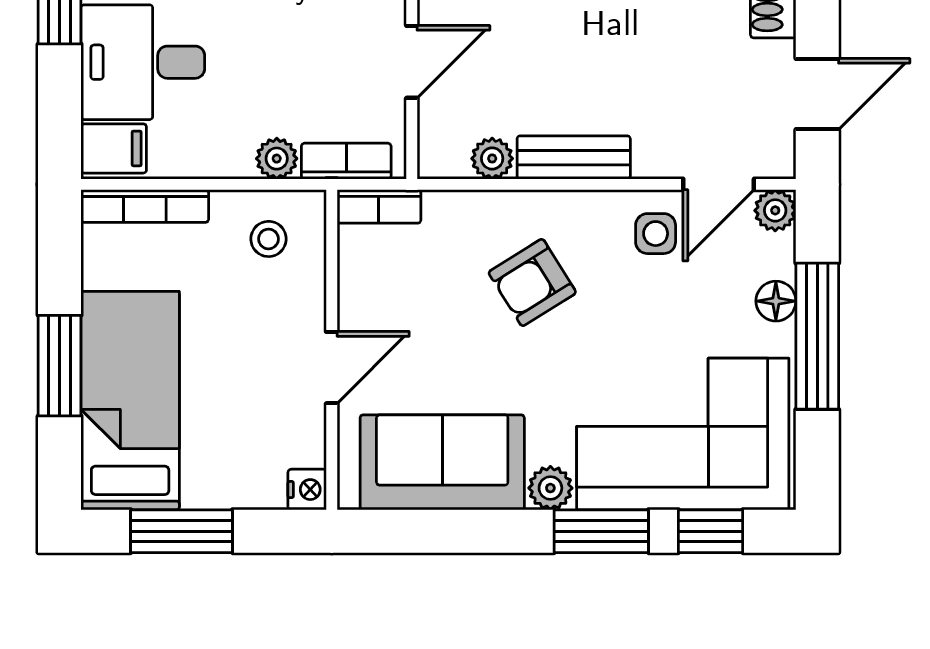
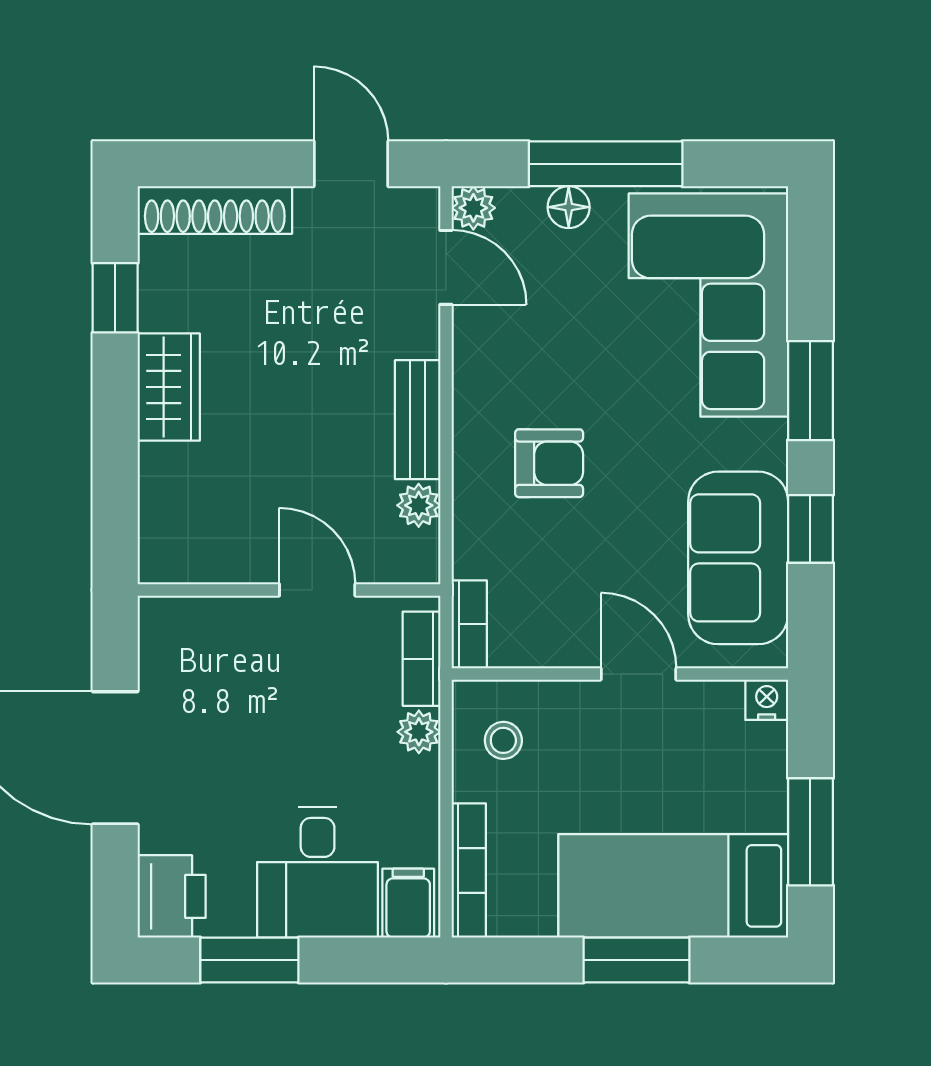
side table: (656, 234) -> (498, 334), removed
armchair: (532, 283) -> (549, 463), turned -58
plant: (550, 488) -> (765, 444), removed
window: (711, 531) -> (810, 529), moved

